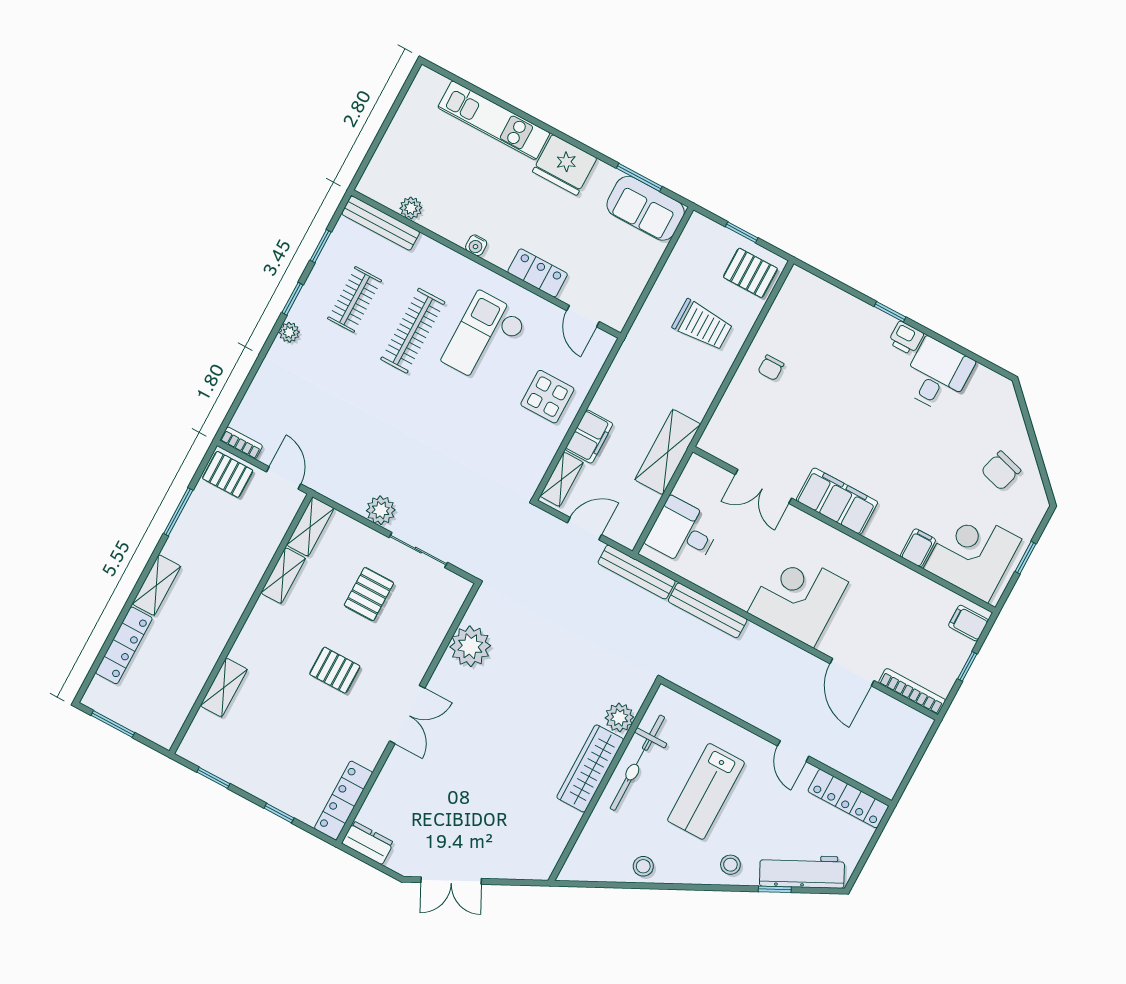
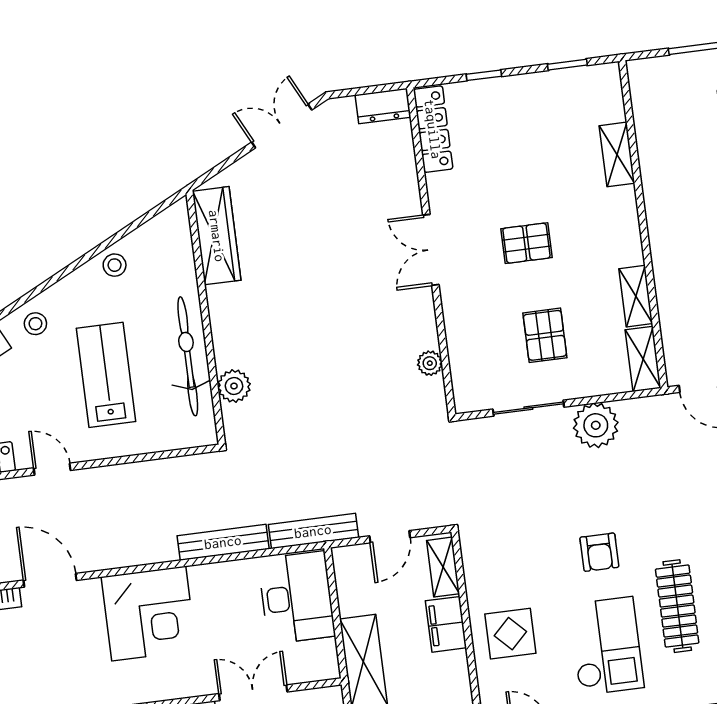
armchair: (441, 410) -> (599, 552), added
plant: (381, 510) -> (596, 425), width x1.36, depth x1.36
desk: (683, 533) -> (296, 598), width x1.37
plant: (470, 646) -> (430, 363), width x0.53, depth x0.53
wardrobe: (590, 768) -> (217, 236), moved

